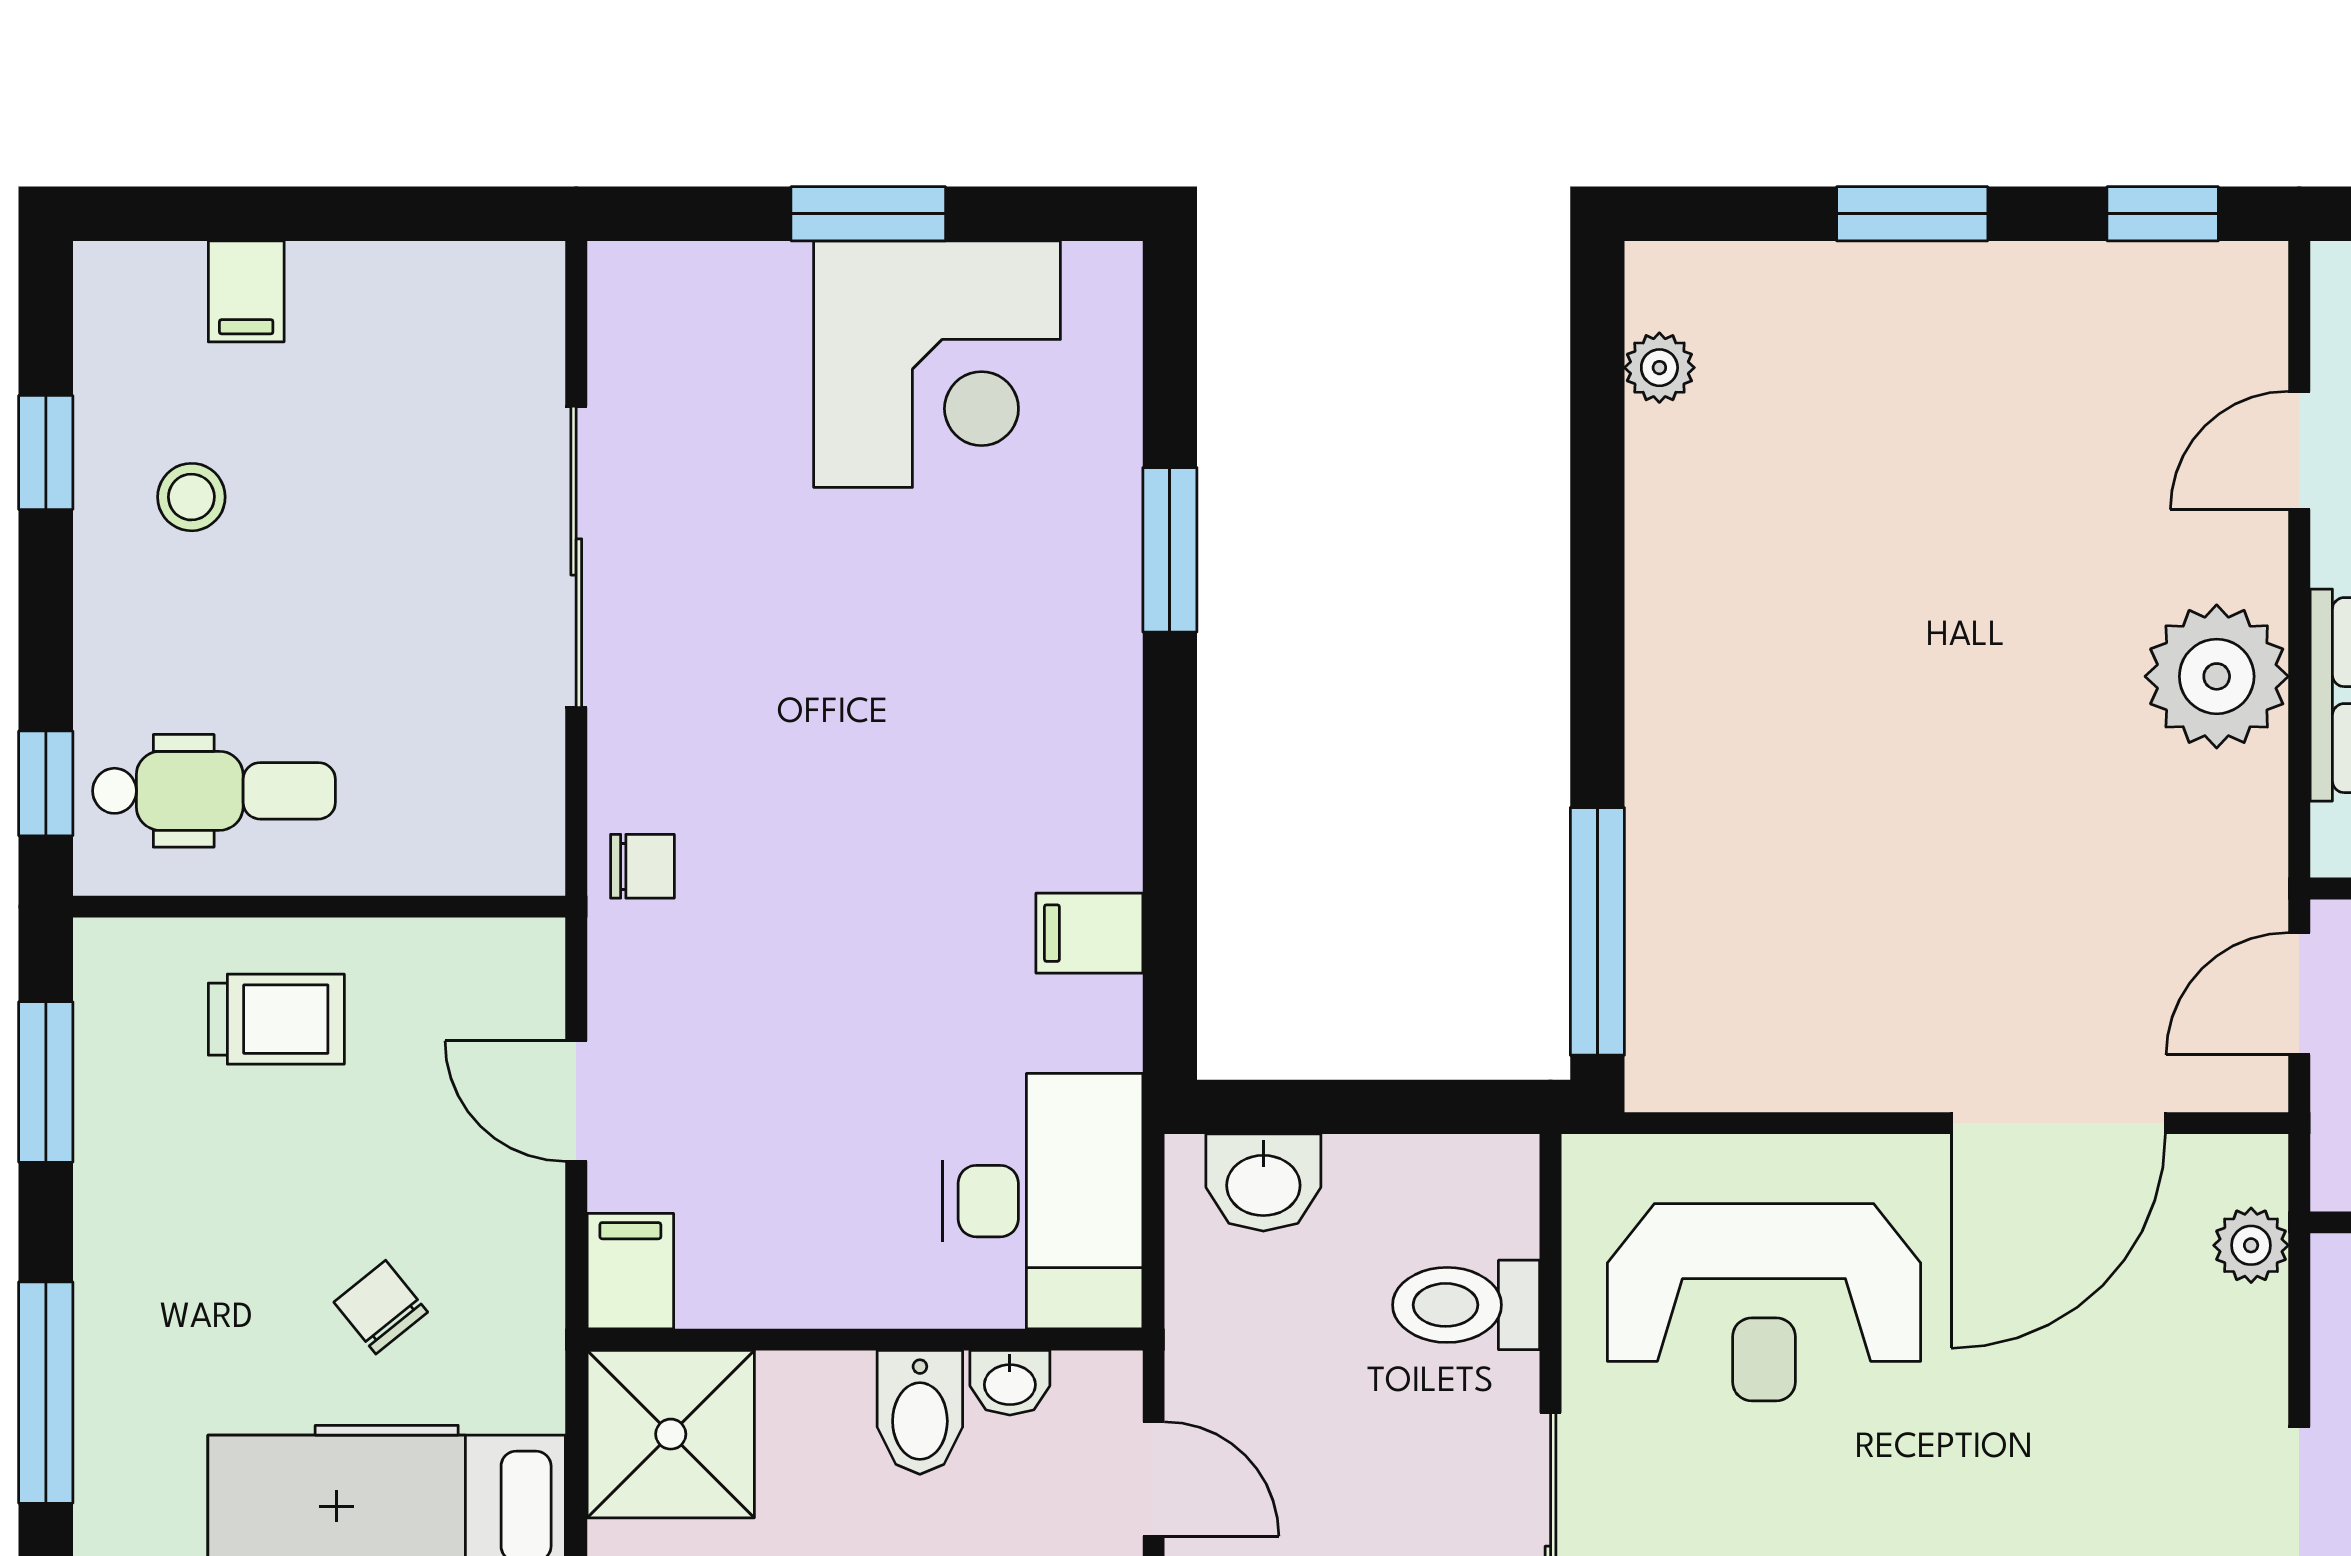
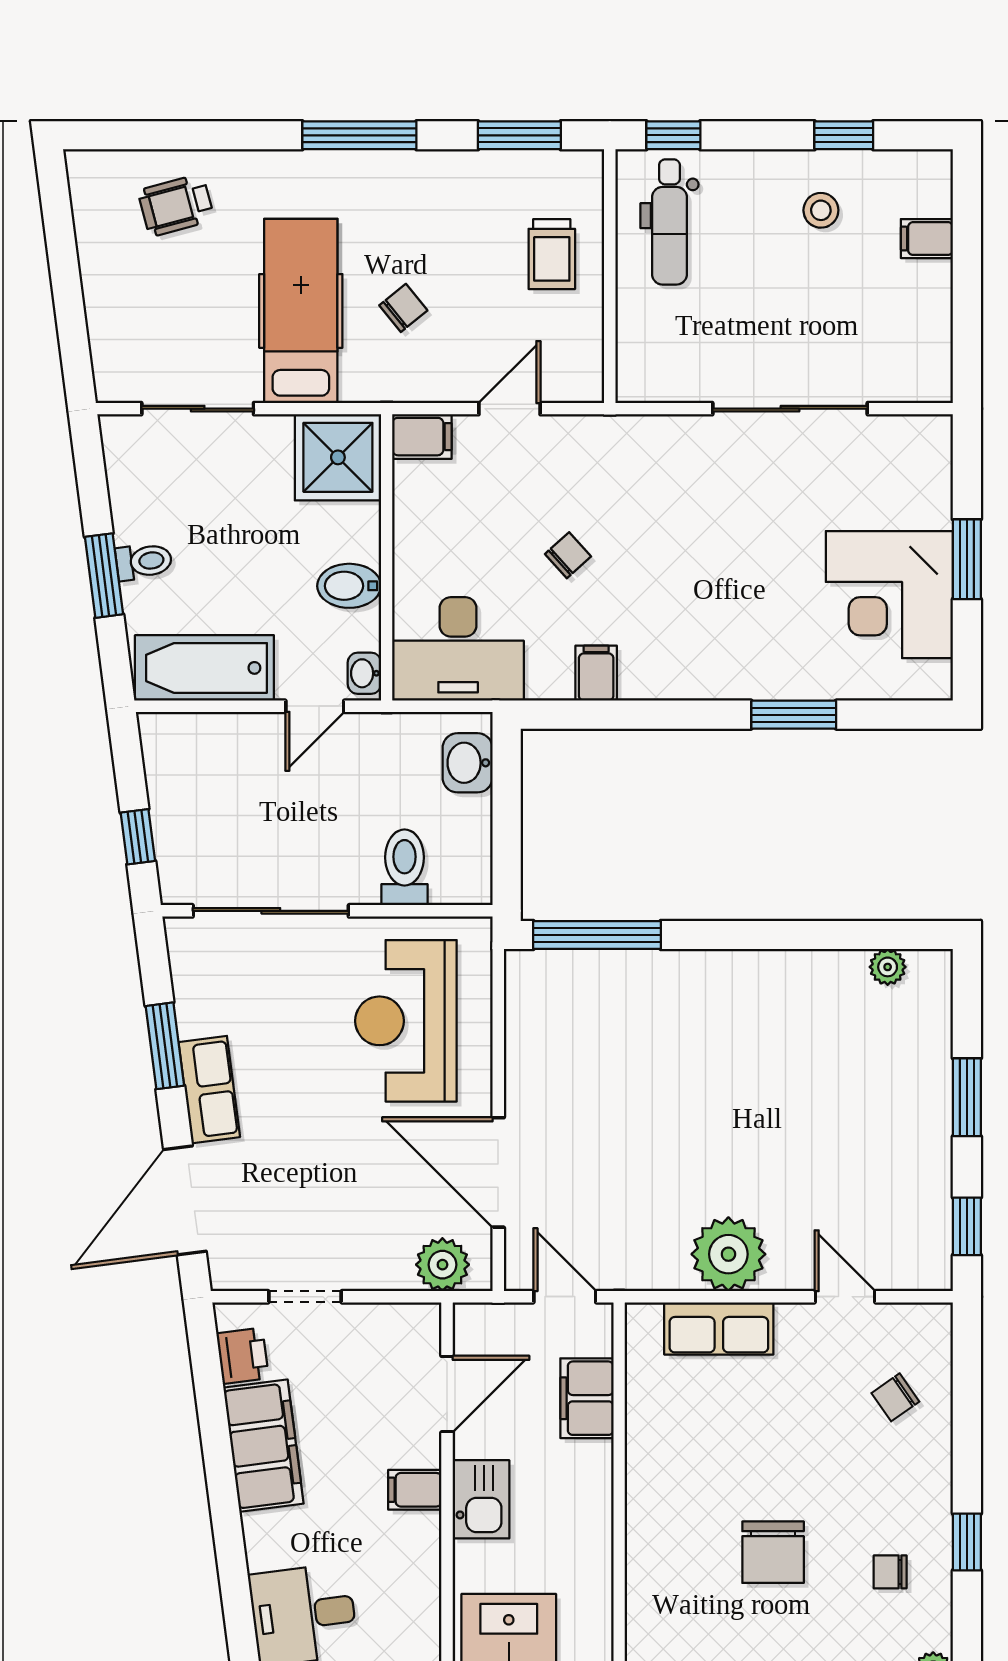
chair: (642, 866) -> (568, 555), moved, turned -132
plant: (2251, 1245) -> (442, 1265), width x1.38, depth x1.38
washbasin: (1010, 1383) -> (364, 673), moved

